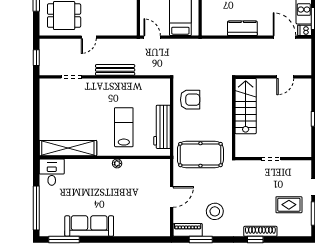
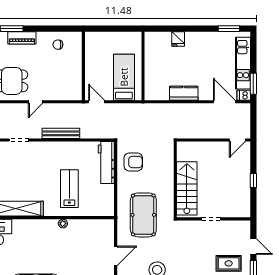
door: (285, 77) -> (237, 140), moved
stairs: (246, 106) -> (187, 188), moved
workbench: (162, 127) -> (106, 162), moved
pool table: (200, 155) -> (143, 215), turned 90

